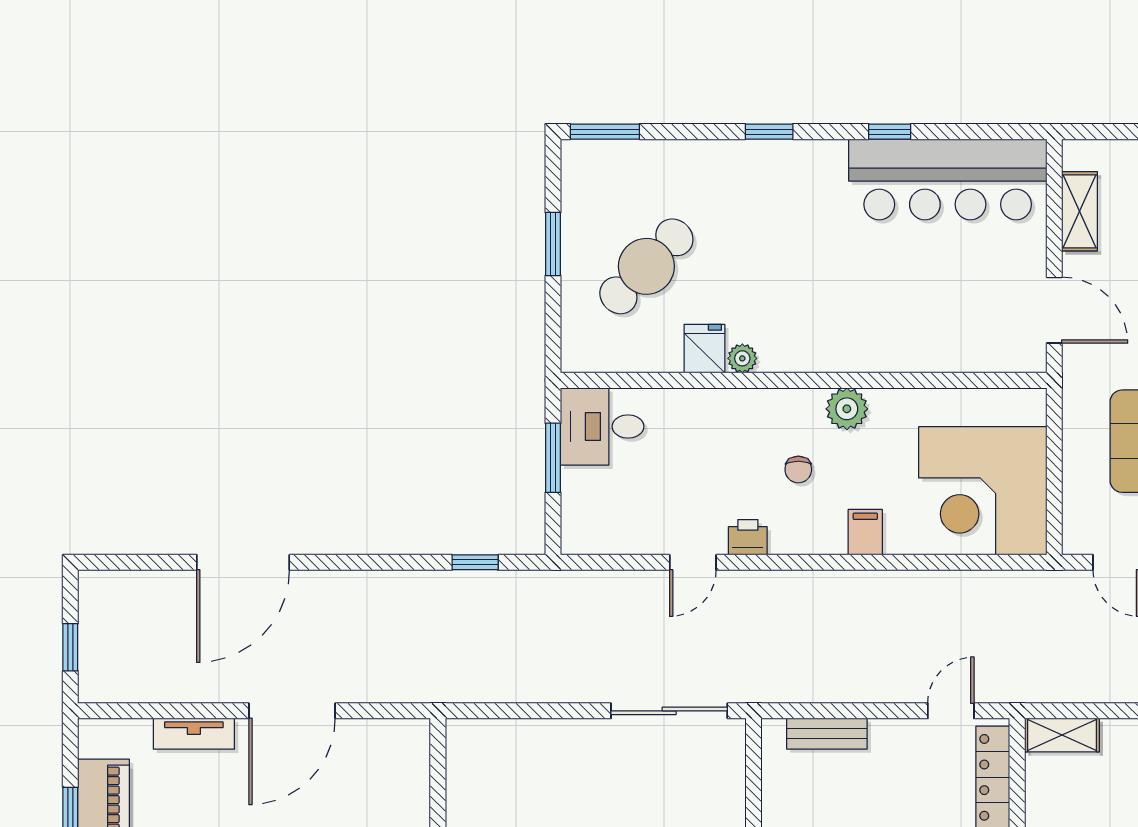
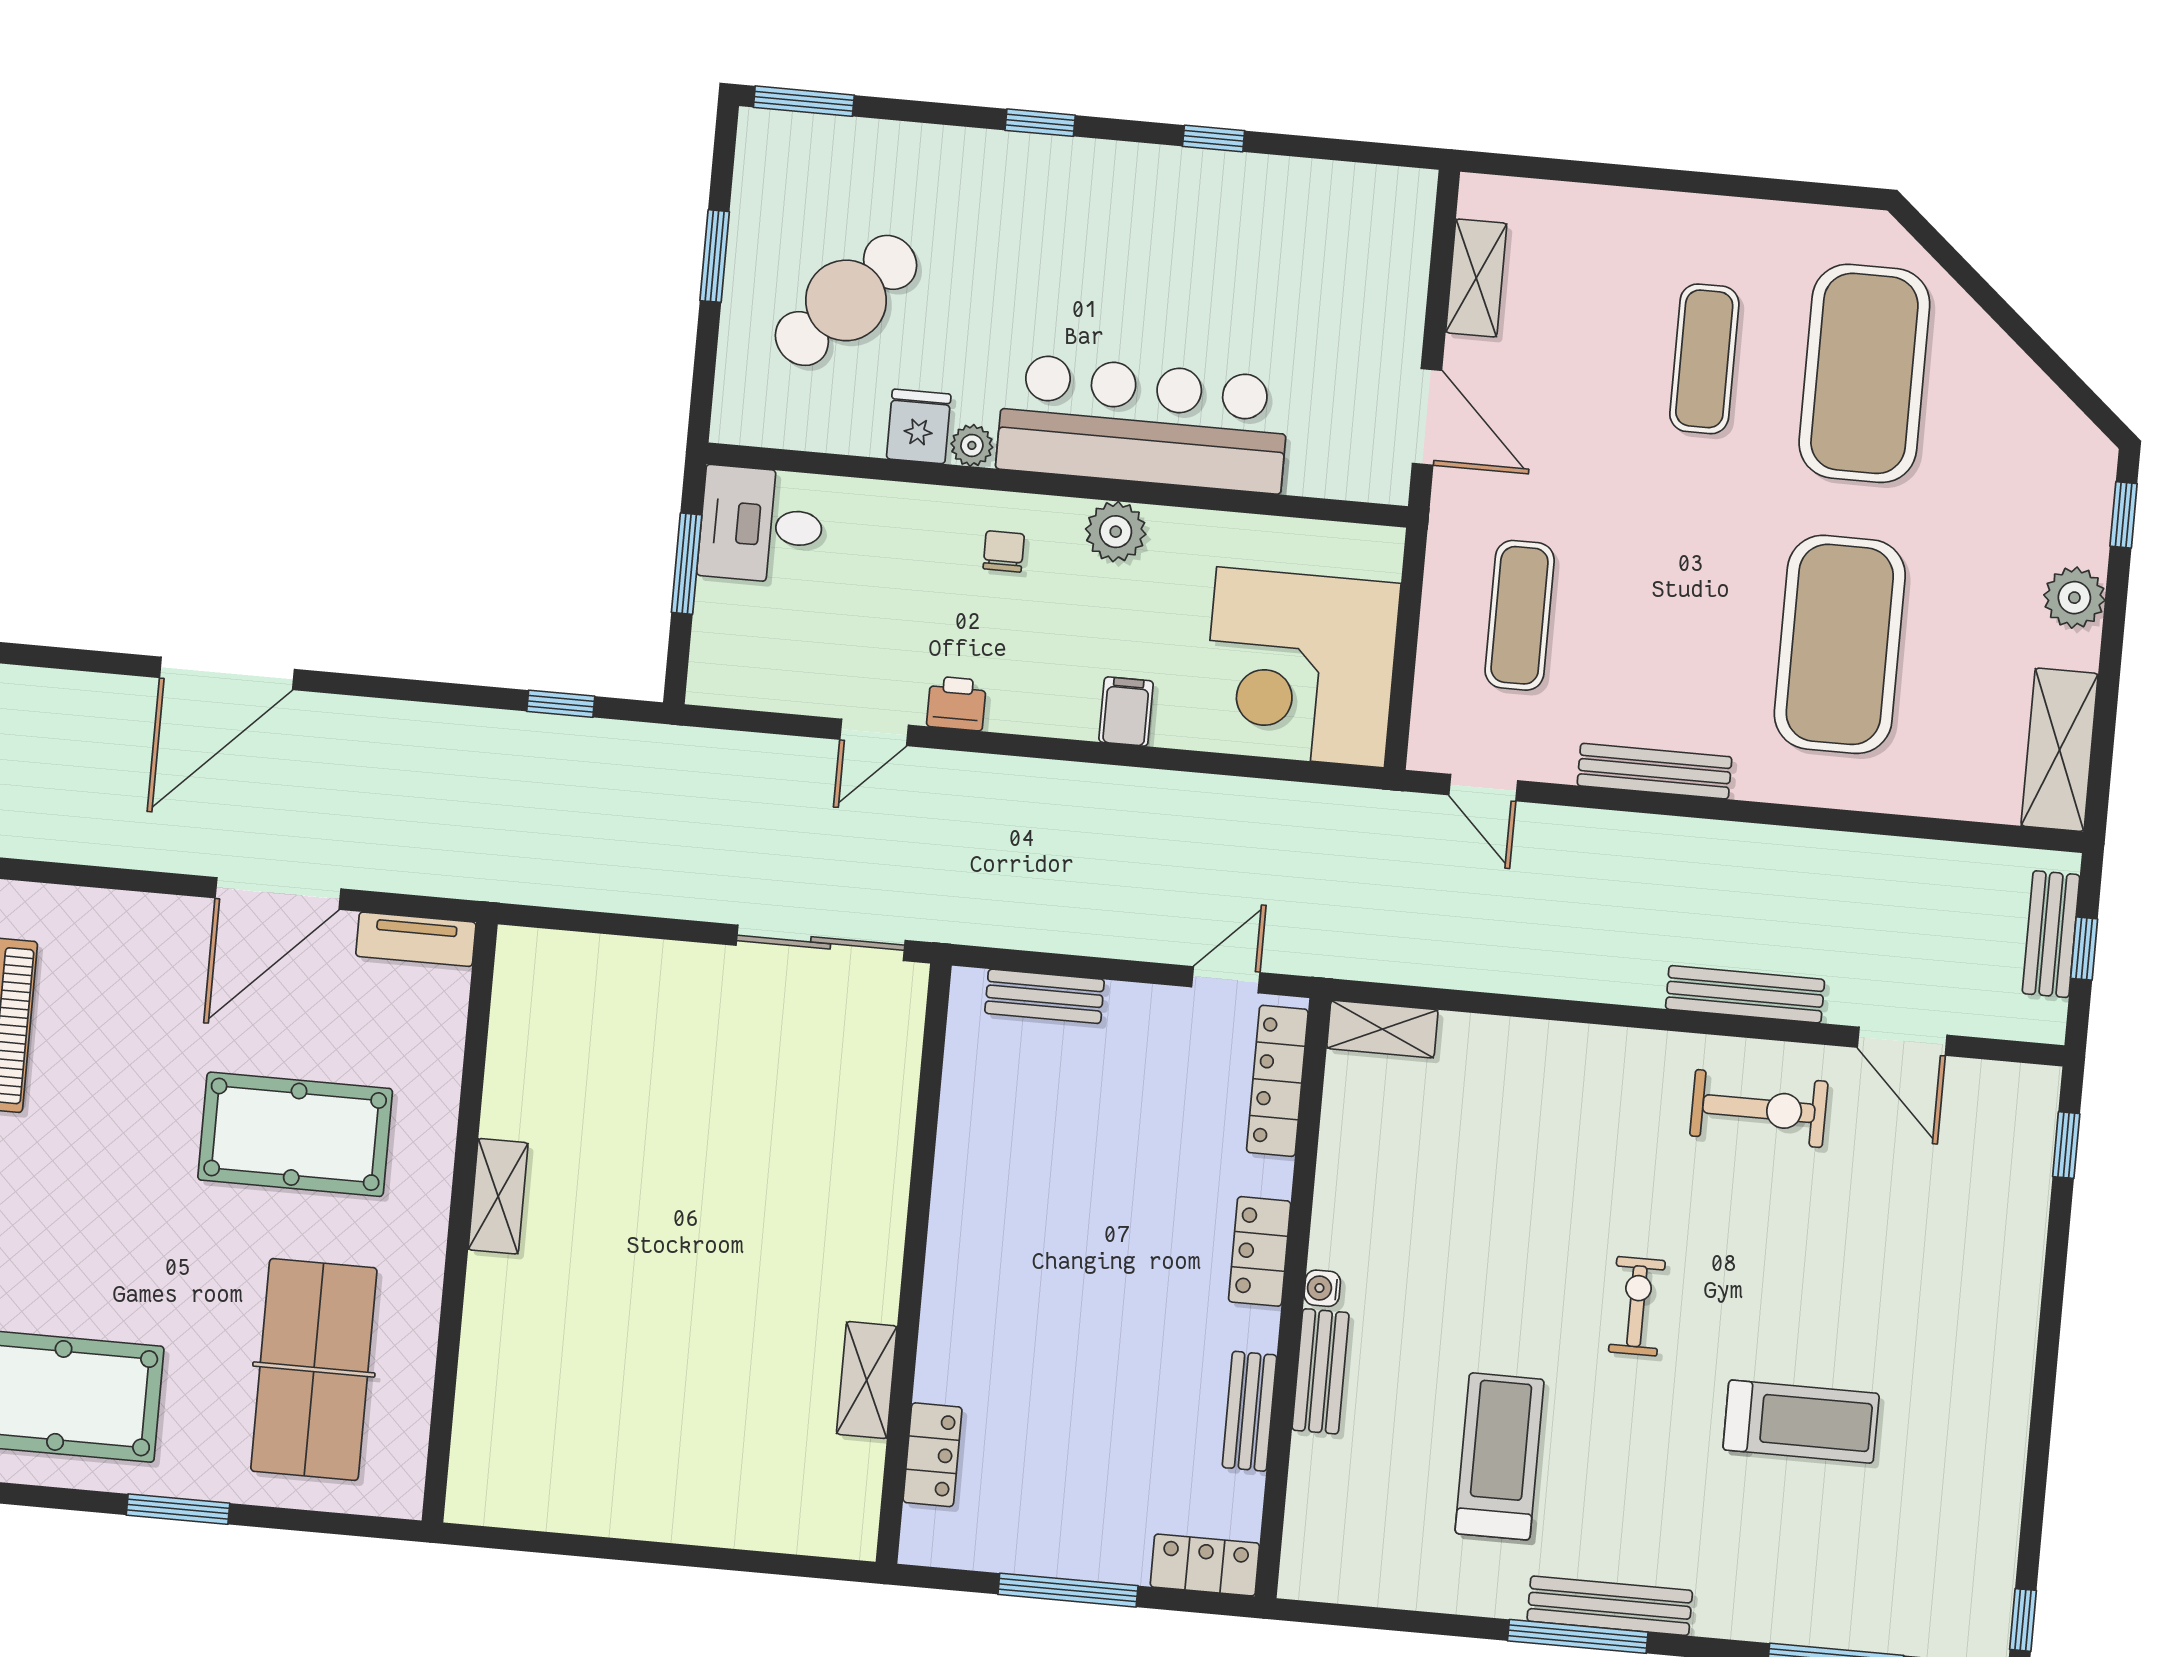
bar counter: (948, 179) -> (1143, 424), moved, turned 180
chair: (798, 470) -> (1004, 551), moved, turned 180
tv unit: (194, 734) -> (416, 939), moved

